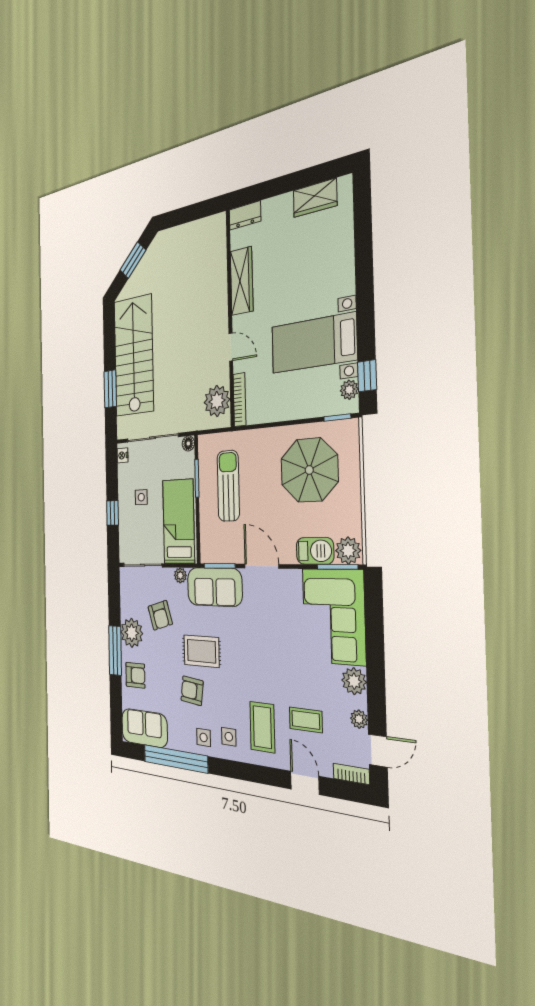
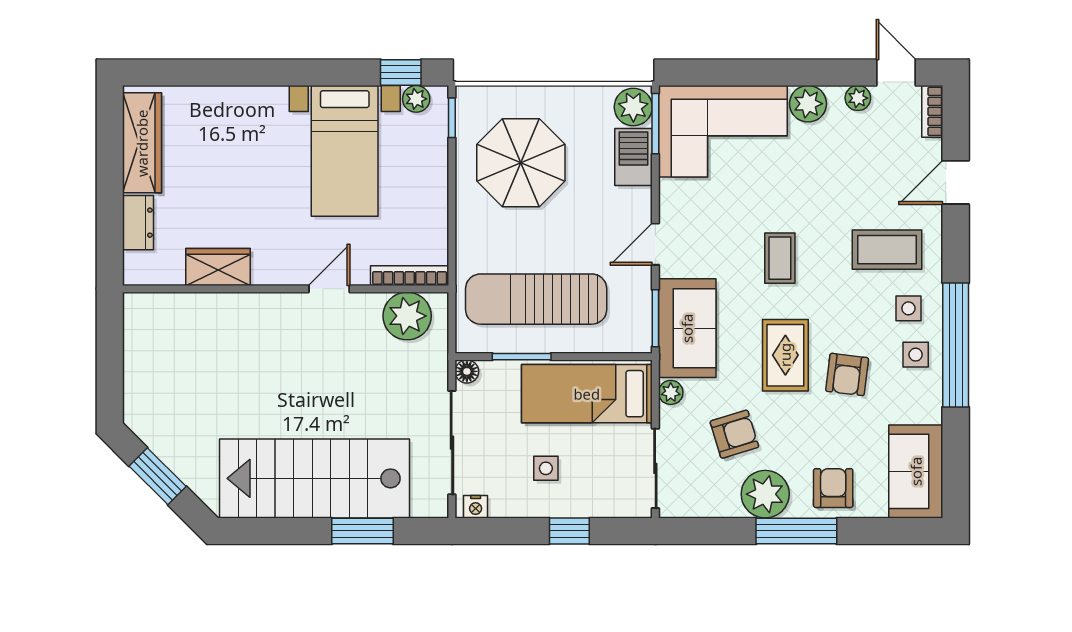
wardrobe: (315, 198) -> (142, 143), width x1.50
dresser: (245, 215) -> (138, 223), moved
wardrobe: (242, 281) -> (218, 267), width x0.67
sun lounger: (228, 486) -> (536, 299), width x1.36, depth x1.34
door: (262, 566) -> (655, 244), width x0.73
coffee table: (306, 720) -> (780, 258), moved
window: (175, 759) -> (956, 345), moved

